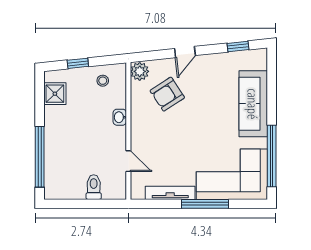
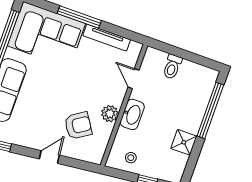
plant: (140, 71) -> (110, 114), moved
shower: (55, 94) -> (184, 142), moved
washbasin: (120, 117) -> (132, 114), width x1.91, depth x1.45

